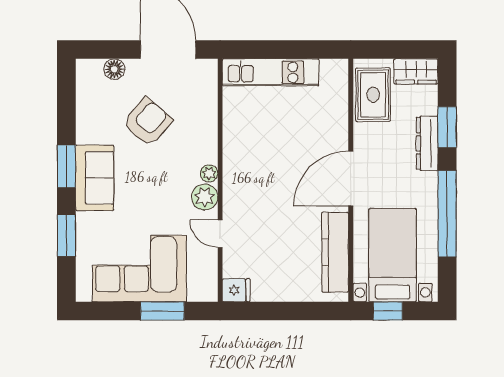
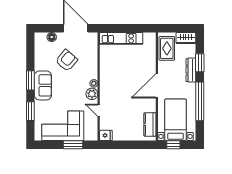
kitchen counter: (335, 252) -> (150, 124), width x0.67

